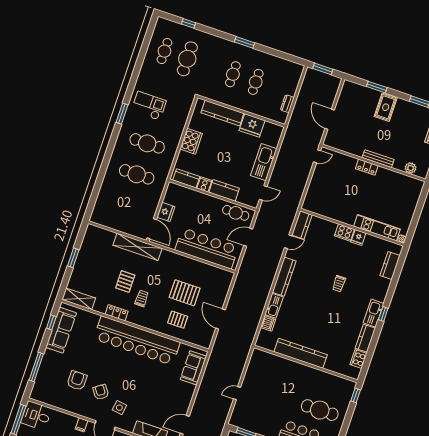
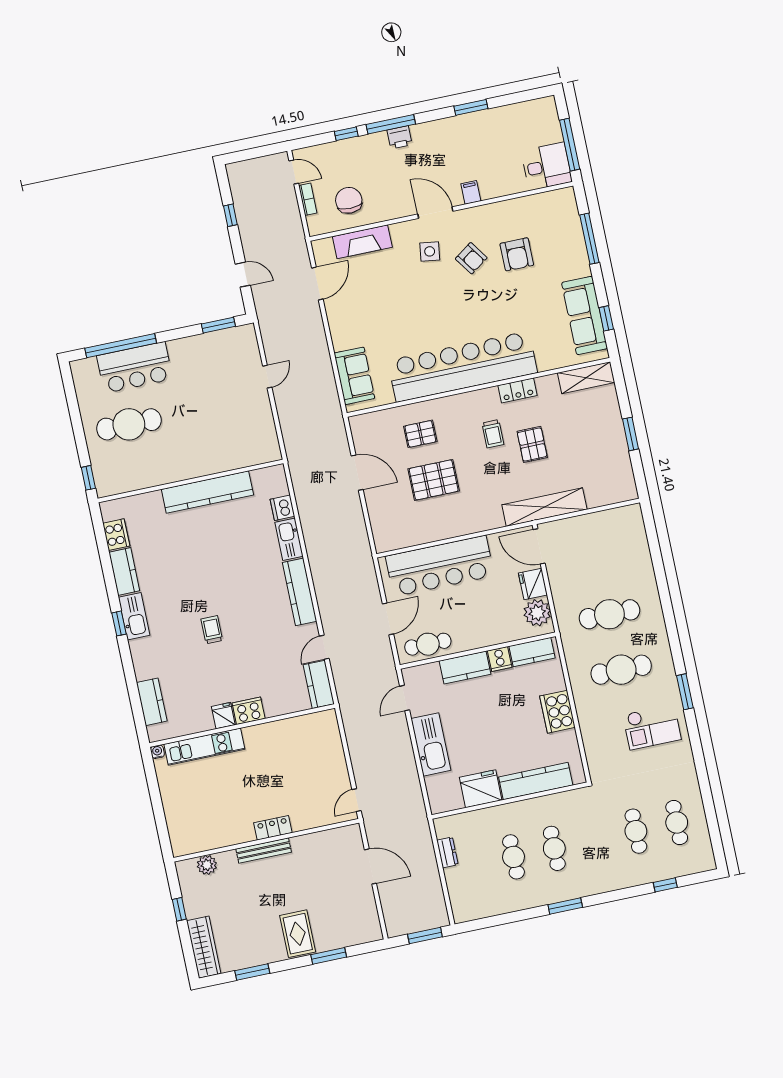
cafe table: (187, 59) -> (636, 831), width x0.73, depth x0.74
plant: (172, 196) -> (537, 613), added

